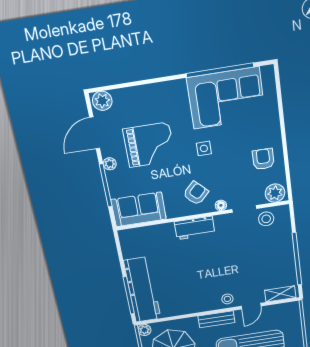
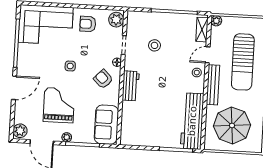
door: (158, 80) -> (14, 88), added
corner sofa: (226, 98) -> (46, 25), moved, turned 90
stool: (266, 219) -> (154, 45), moved
workbench: (142, 290) -> (192, 121), moved, turned -90
door: (251, 306) -> (208, 55), swing flipped
bench: (216, 319) -> (213, 85), width x1.36
plant: (144, 330) -> (216, 21), moved

